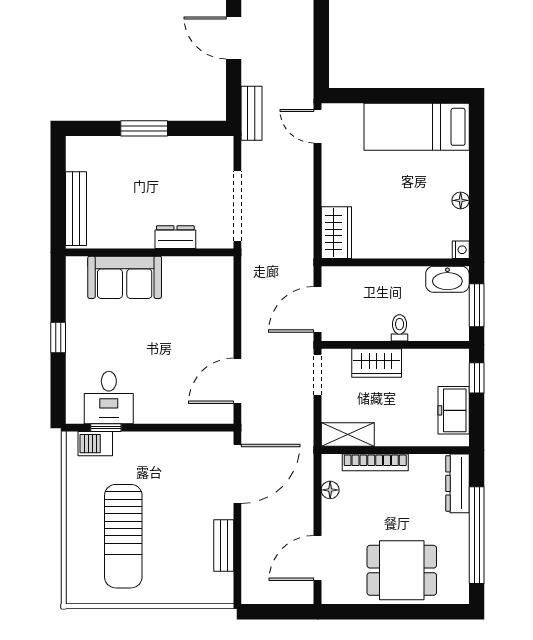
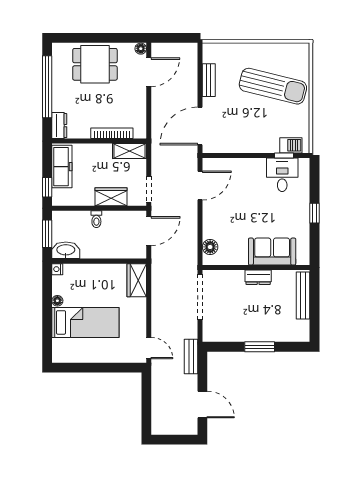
bed: (417, 127) -> (85, 322), moved
dresser: (175, 237) -> (258, 277), moved
floor lamp: (222, 284) -> (210, 247), added
freezer: (454, 410) -> (62, 167), width x1.40
dresser: (458, 483) -> (59, 126), width x0.70
floor lamp: (330, 490) -> (141, 49), moved
sun lounger: (123, 536) -> (273, 86), turned 104

